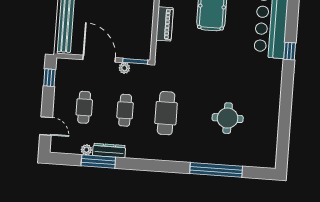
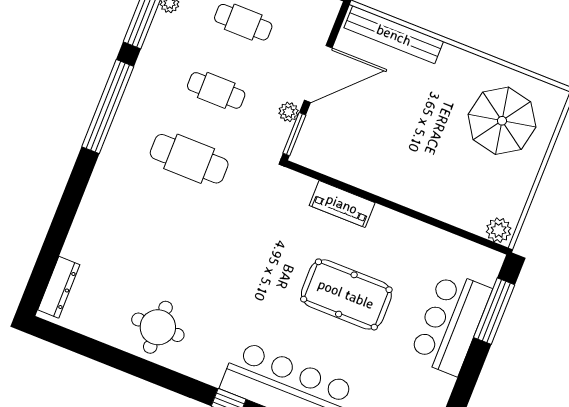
round table: (228, 118) -> (158, 327), moved
dresser: (109, 151) -> (59, 287), moved
window: (216, 170) -> (108, 107), moved

